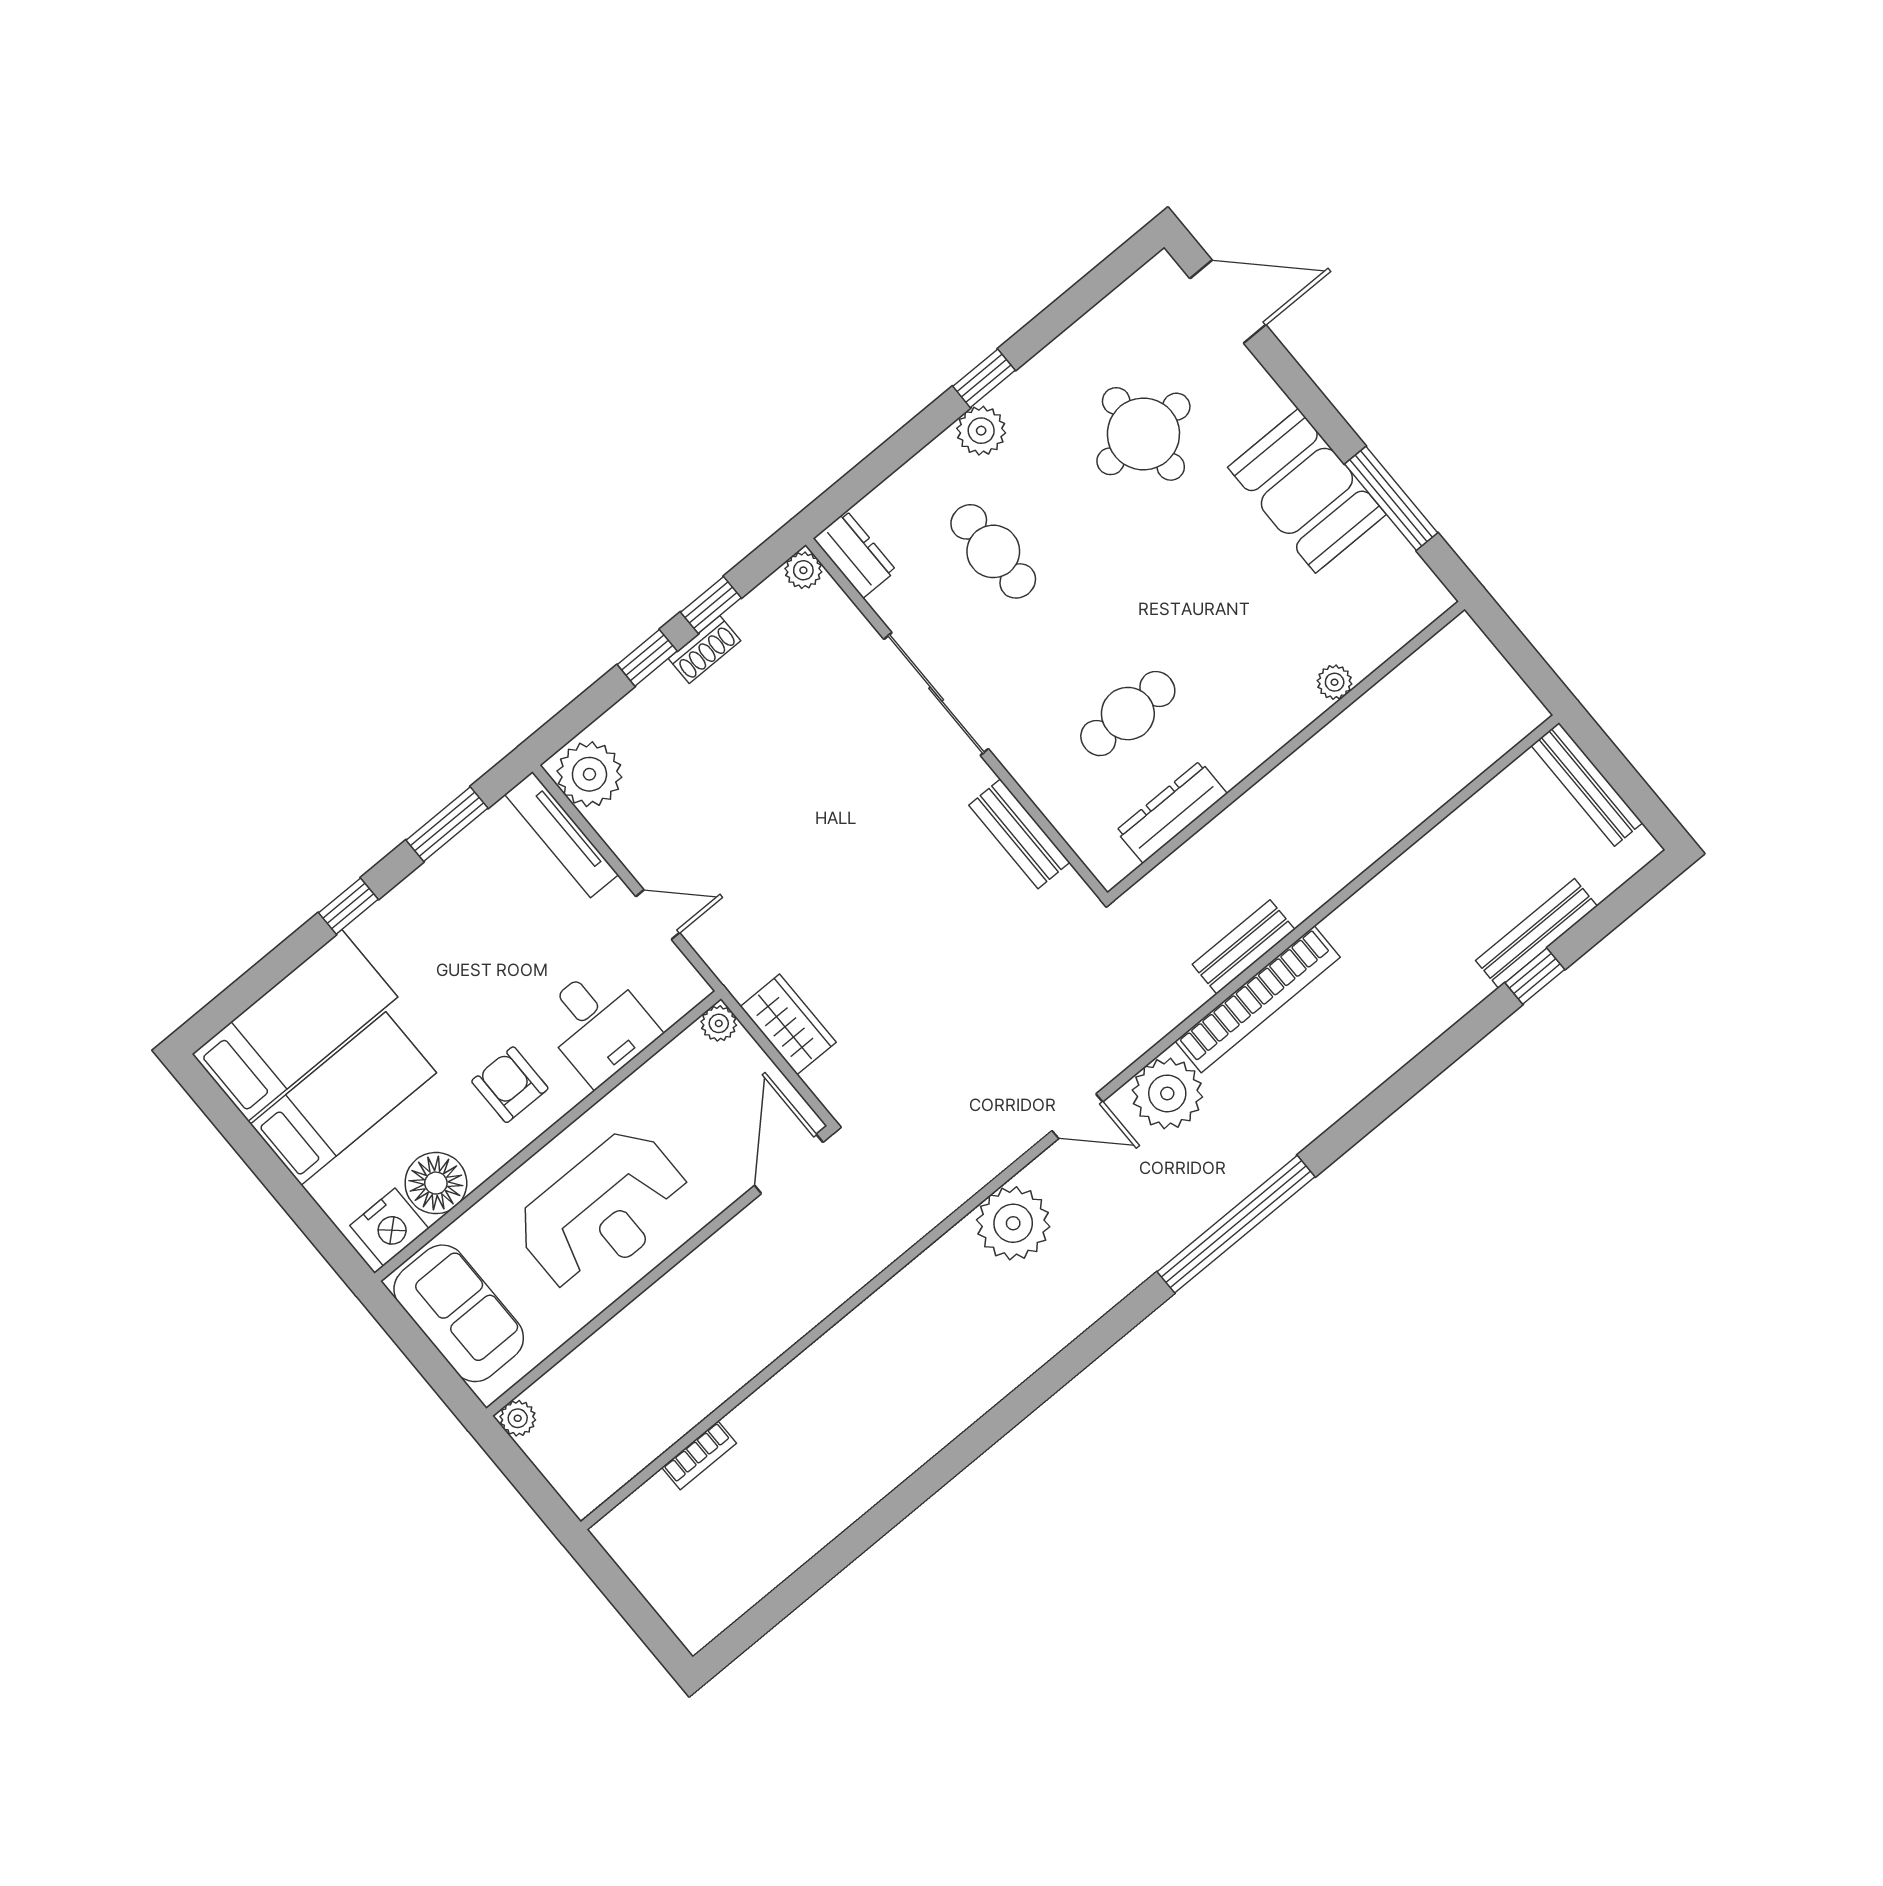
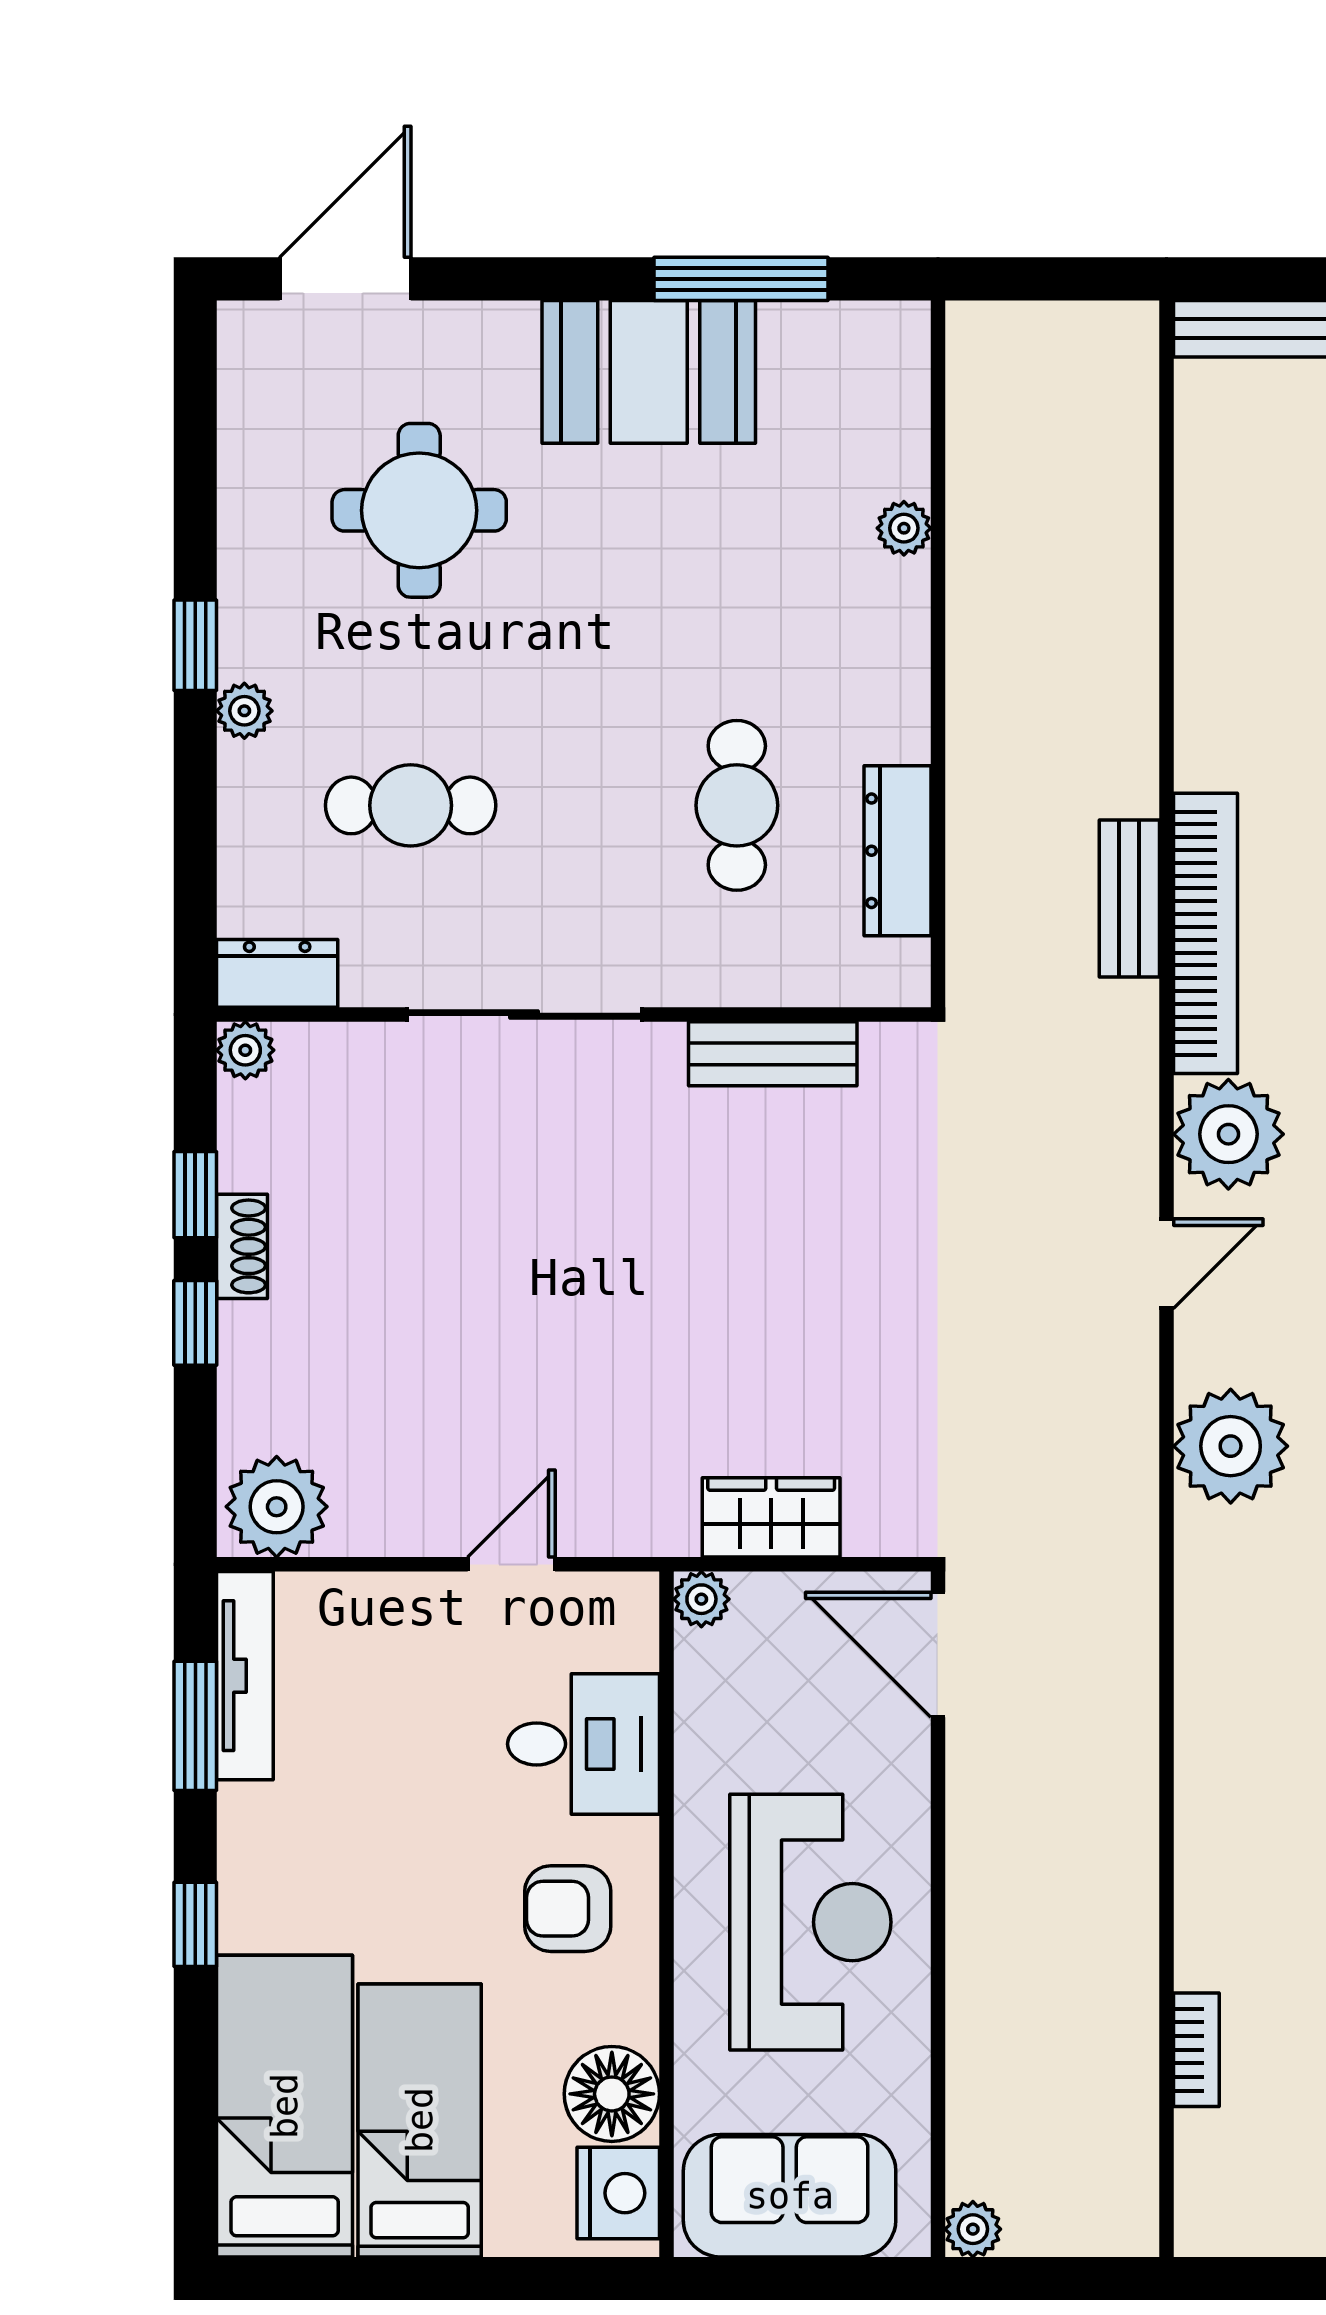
plant: (981, 431) -> (244, 711), width x0.73, depth x0.73
tv unit: (561, 835) -> (245, 1676), moved, turned -90

